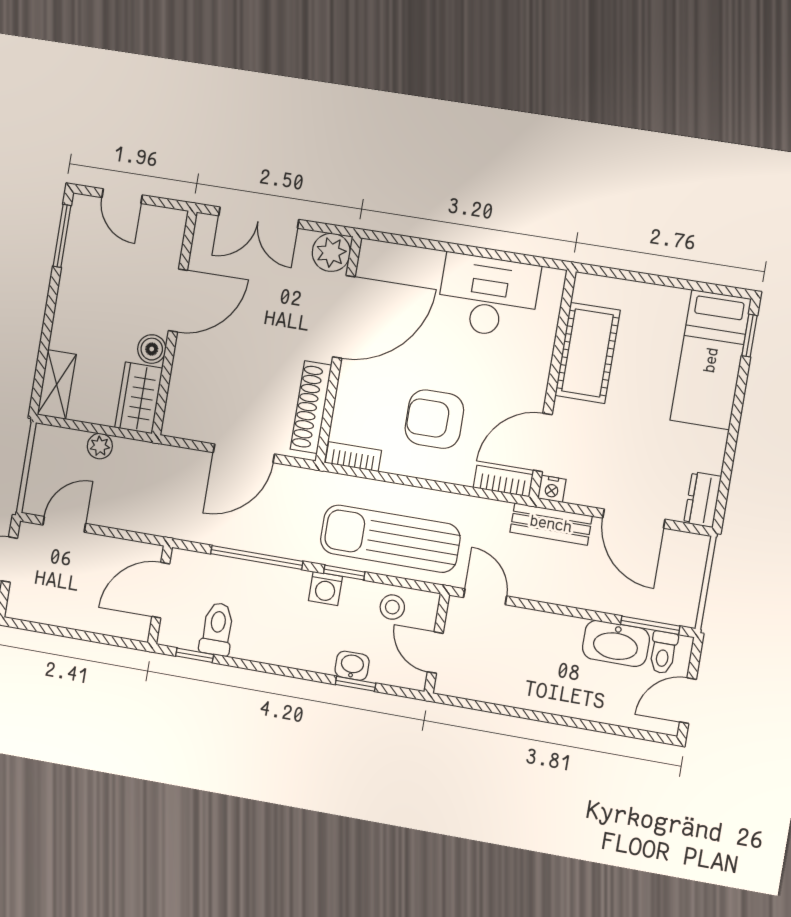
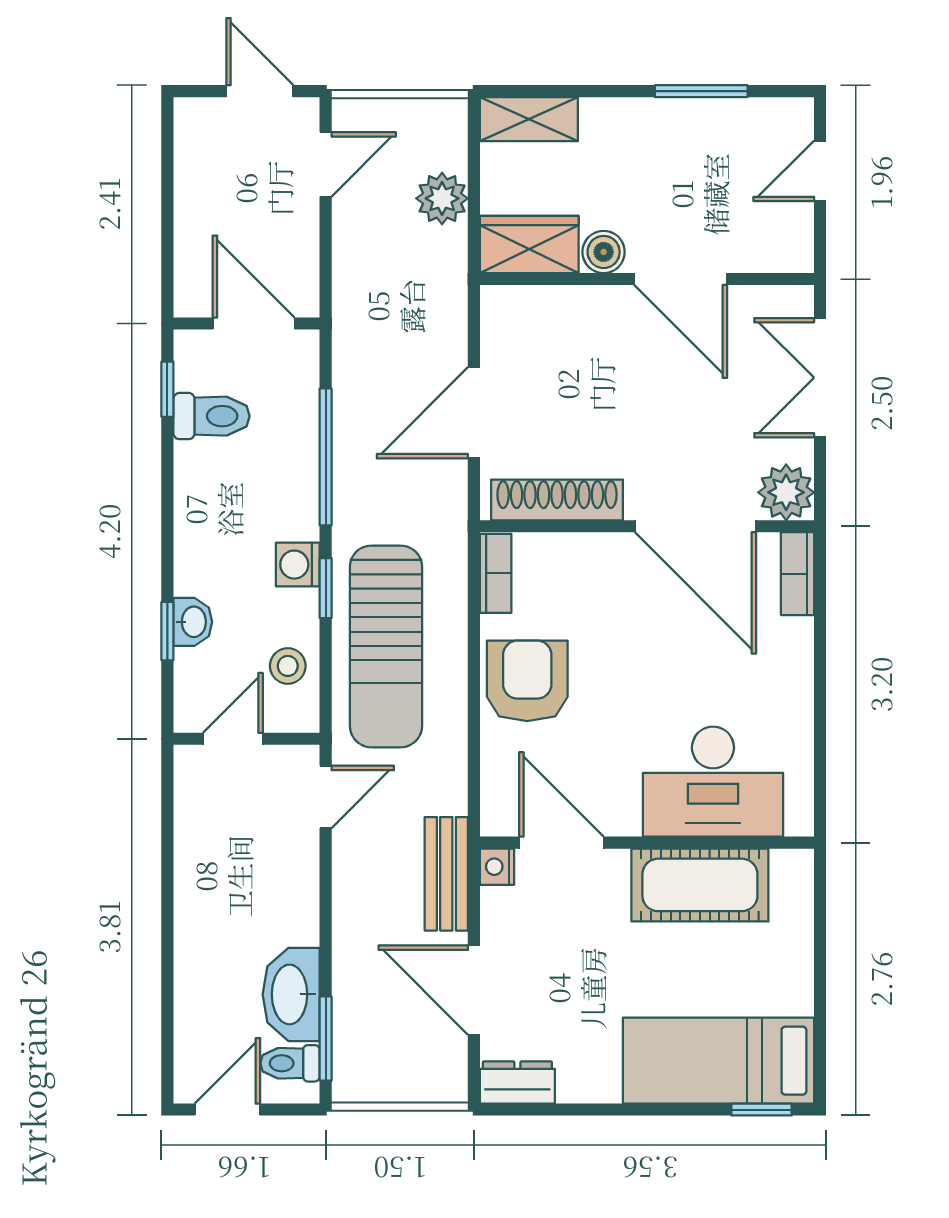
window: (62, 236) -> (701, 91), moved
desk: (488, 296) -> (713, 782), moved, turned 90
armchair: (434, 419) -> (527, 681), moved
plant: (100, 446) -> (442, 198), width x1.38, depth x1.38
door: (244, 453) -> (474, 413), hinge flipped
bookcase: (503, 481) -> (797, 574), moved, turned 180
door: (634, 519) -> (474, 990), hinge flipped
door: (64, 524) -> (326, 164), hinge flipped
sun lounger: (390, 539) -> (386, 646), turned 180
door: (688, 701) -> (227, 1110), hinge flipped

